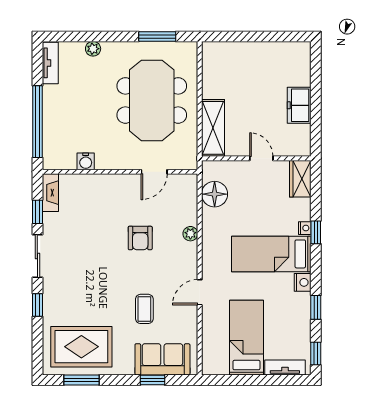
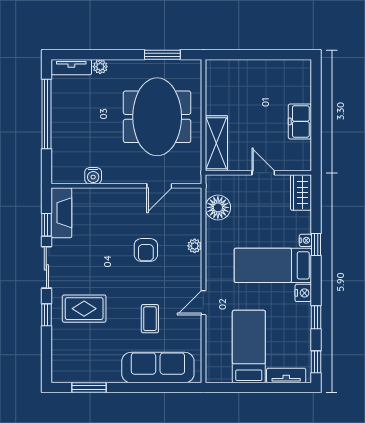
tv unit: (50, 63) -> (71, 67), moved, turned 90
window: (37, 122) -> (46, 114), moved
fireplace: (50, 193) -> (61, 213), width x1.37, depth x1.32
rug: (81, 347) -> (84, 309), moved, width x0.73, depth x0.70
sofa: (162, 359) -> (158, 368), width x1.36
window: (153, 380) -> (158, 388), removed

